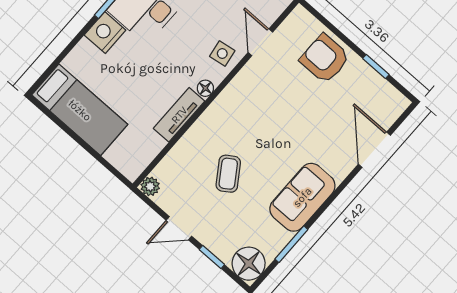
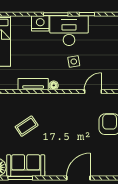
side table: (222, 54) -> (74, 61), moved
door: (374, 150) -> (78, 178), moved
sofa: (302, 197) -> (26, 166), moved

